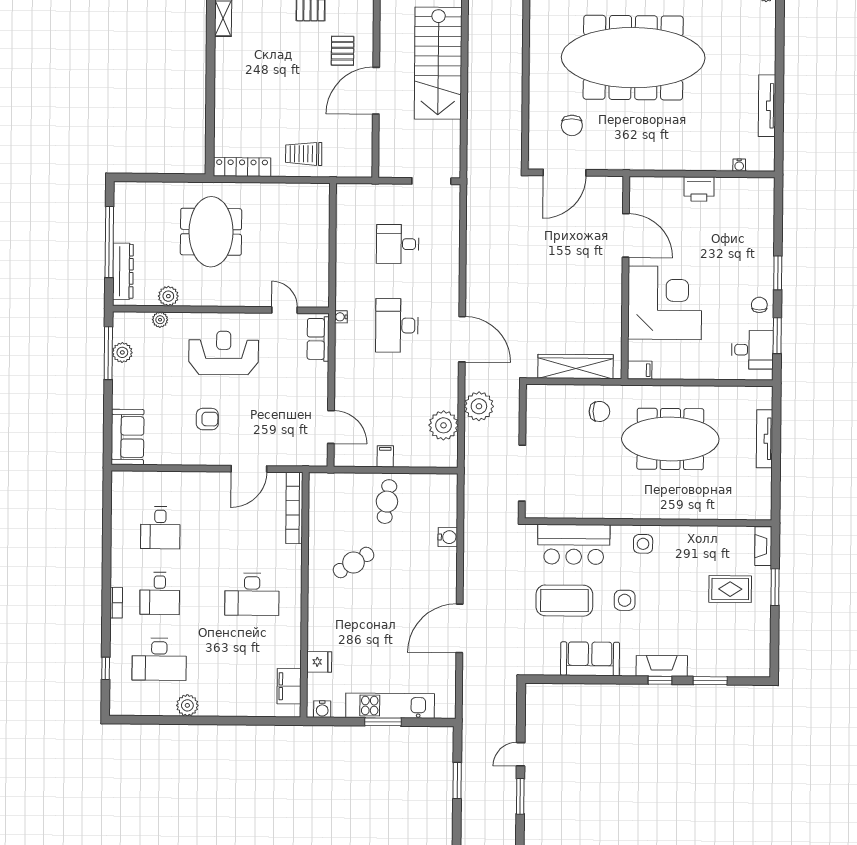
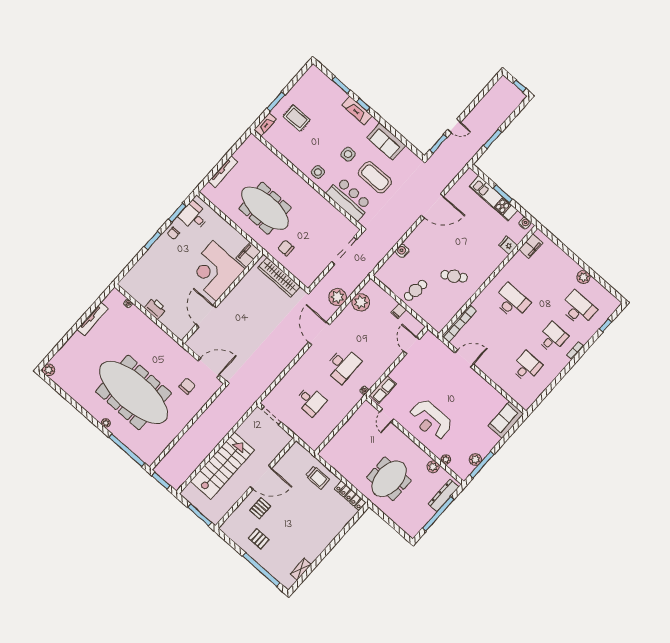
filing cabinet: (640, 370) -> (248, 255), width x2.00
armchair: (207, 419) -> (463, 397), removed
window: (520, 796) -> (438, 144), moved

